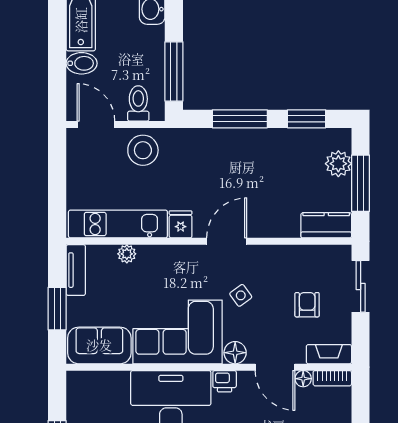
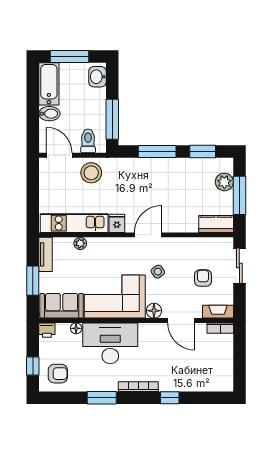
floor lamp: (303, 379) -> (76, 328), moved
printer: (225, 381) -> (47, 330), moved

